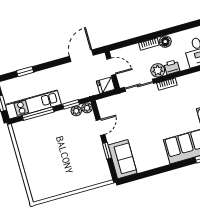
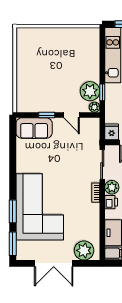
plant: (76, 111) -> (90, 91), width x1.87, depth x1.87
window: (38, 114) -> (102, 57), removed

